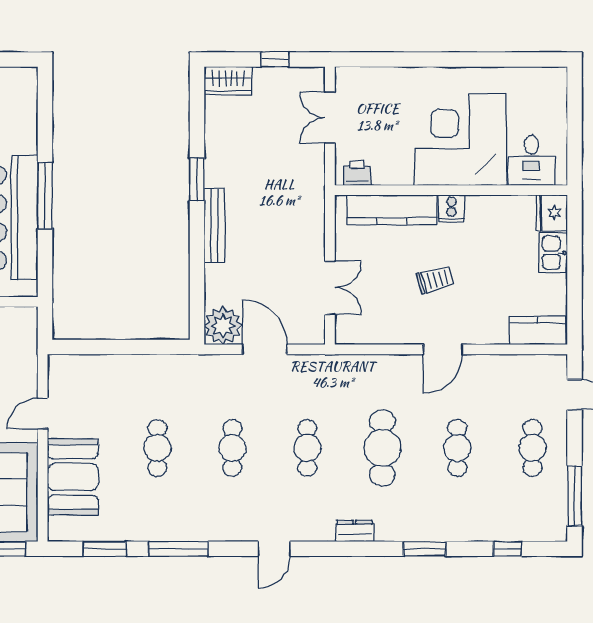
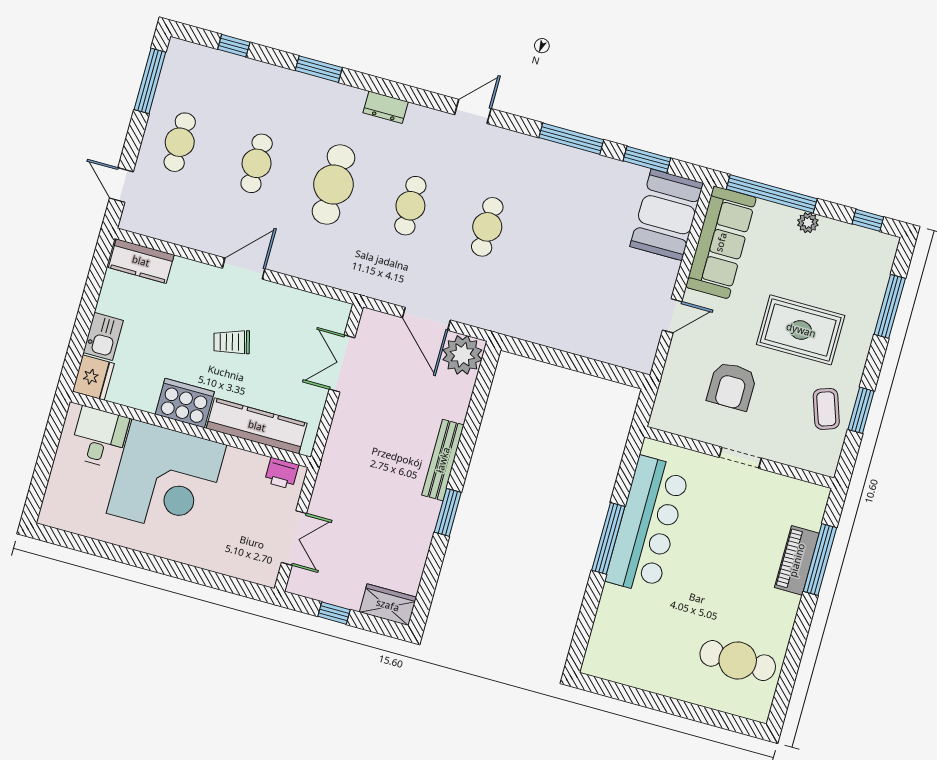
cooker: (452, 208) -> (185, 403), width x1.87, depth x1.31
cafe table: (157, 448) -> (564, 248), removed
booth: (73, 477) -> (667, 215), moved

